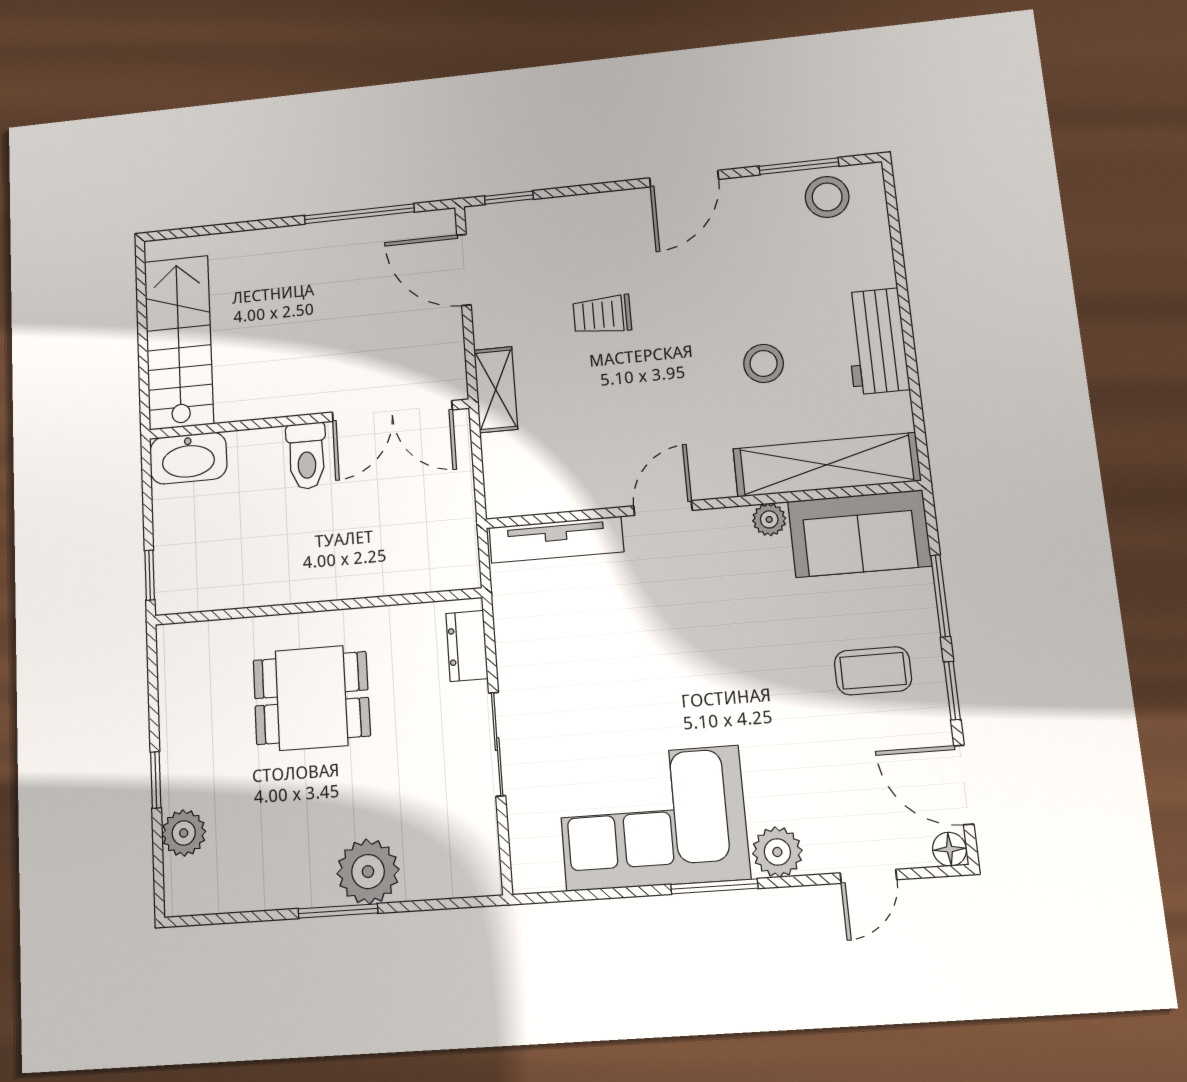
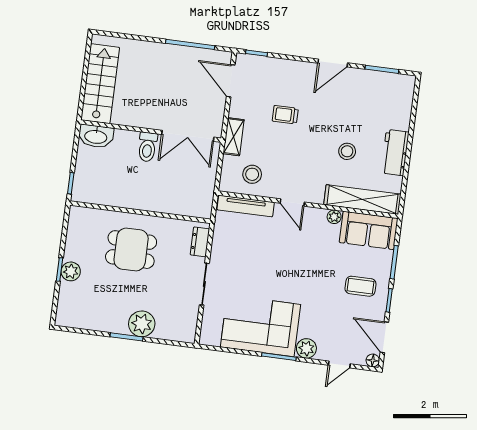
stool: (827, 197) -> (252, 174), moved
door: (663, 508) -> (292, 203), swing flipped
plant: (184, 833) -> (71, 271), moved

